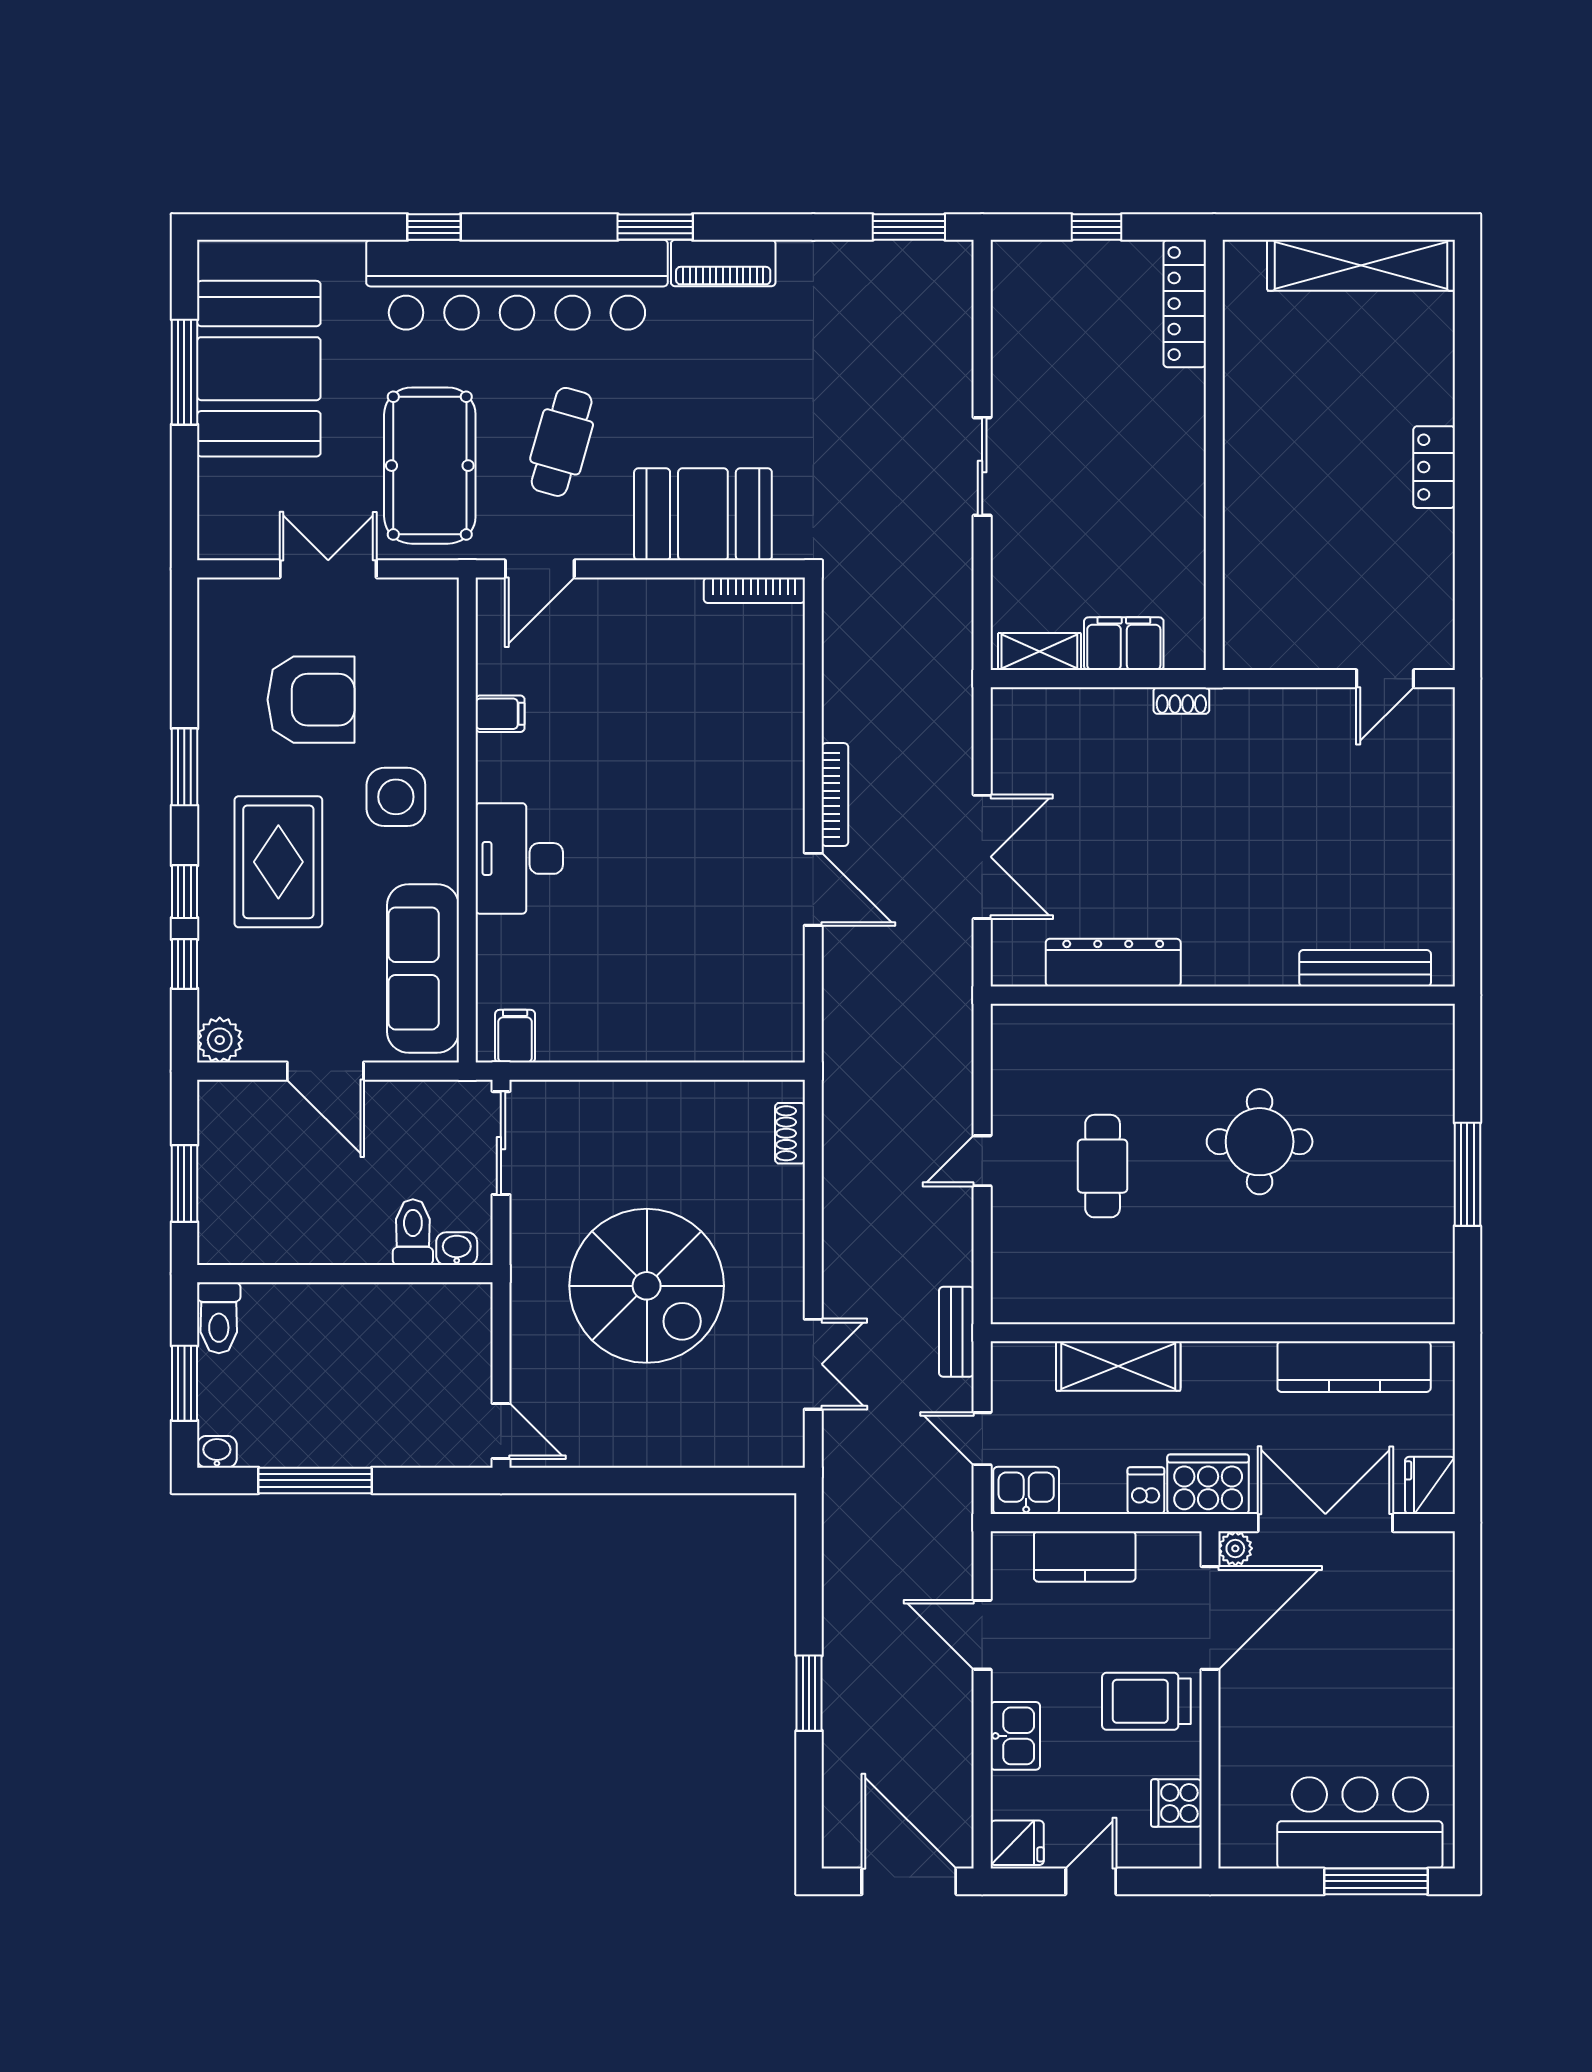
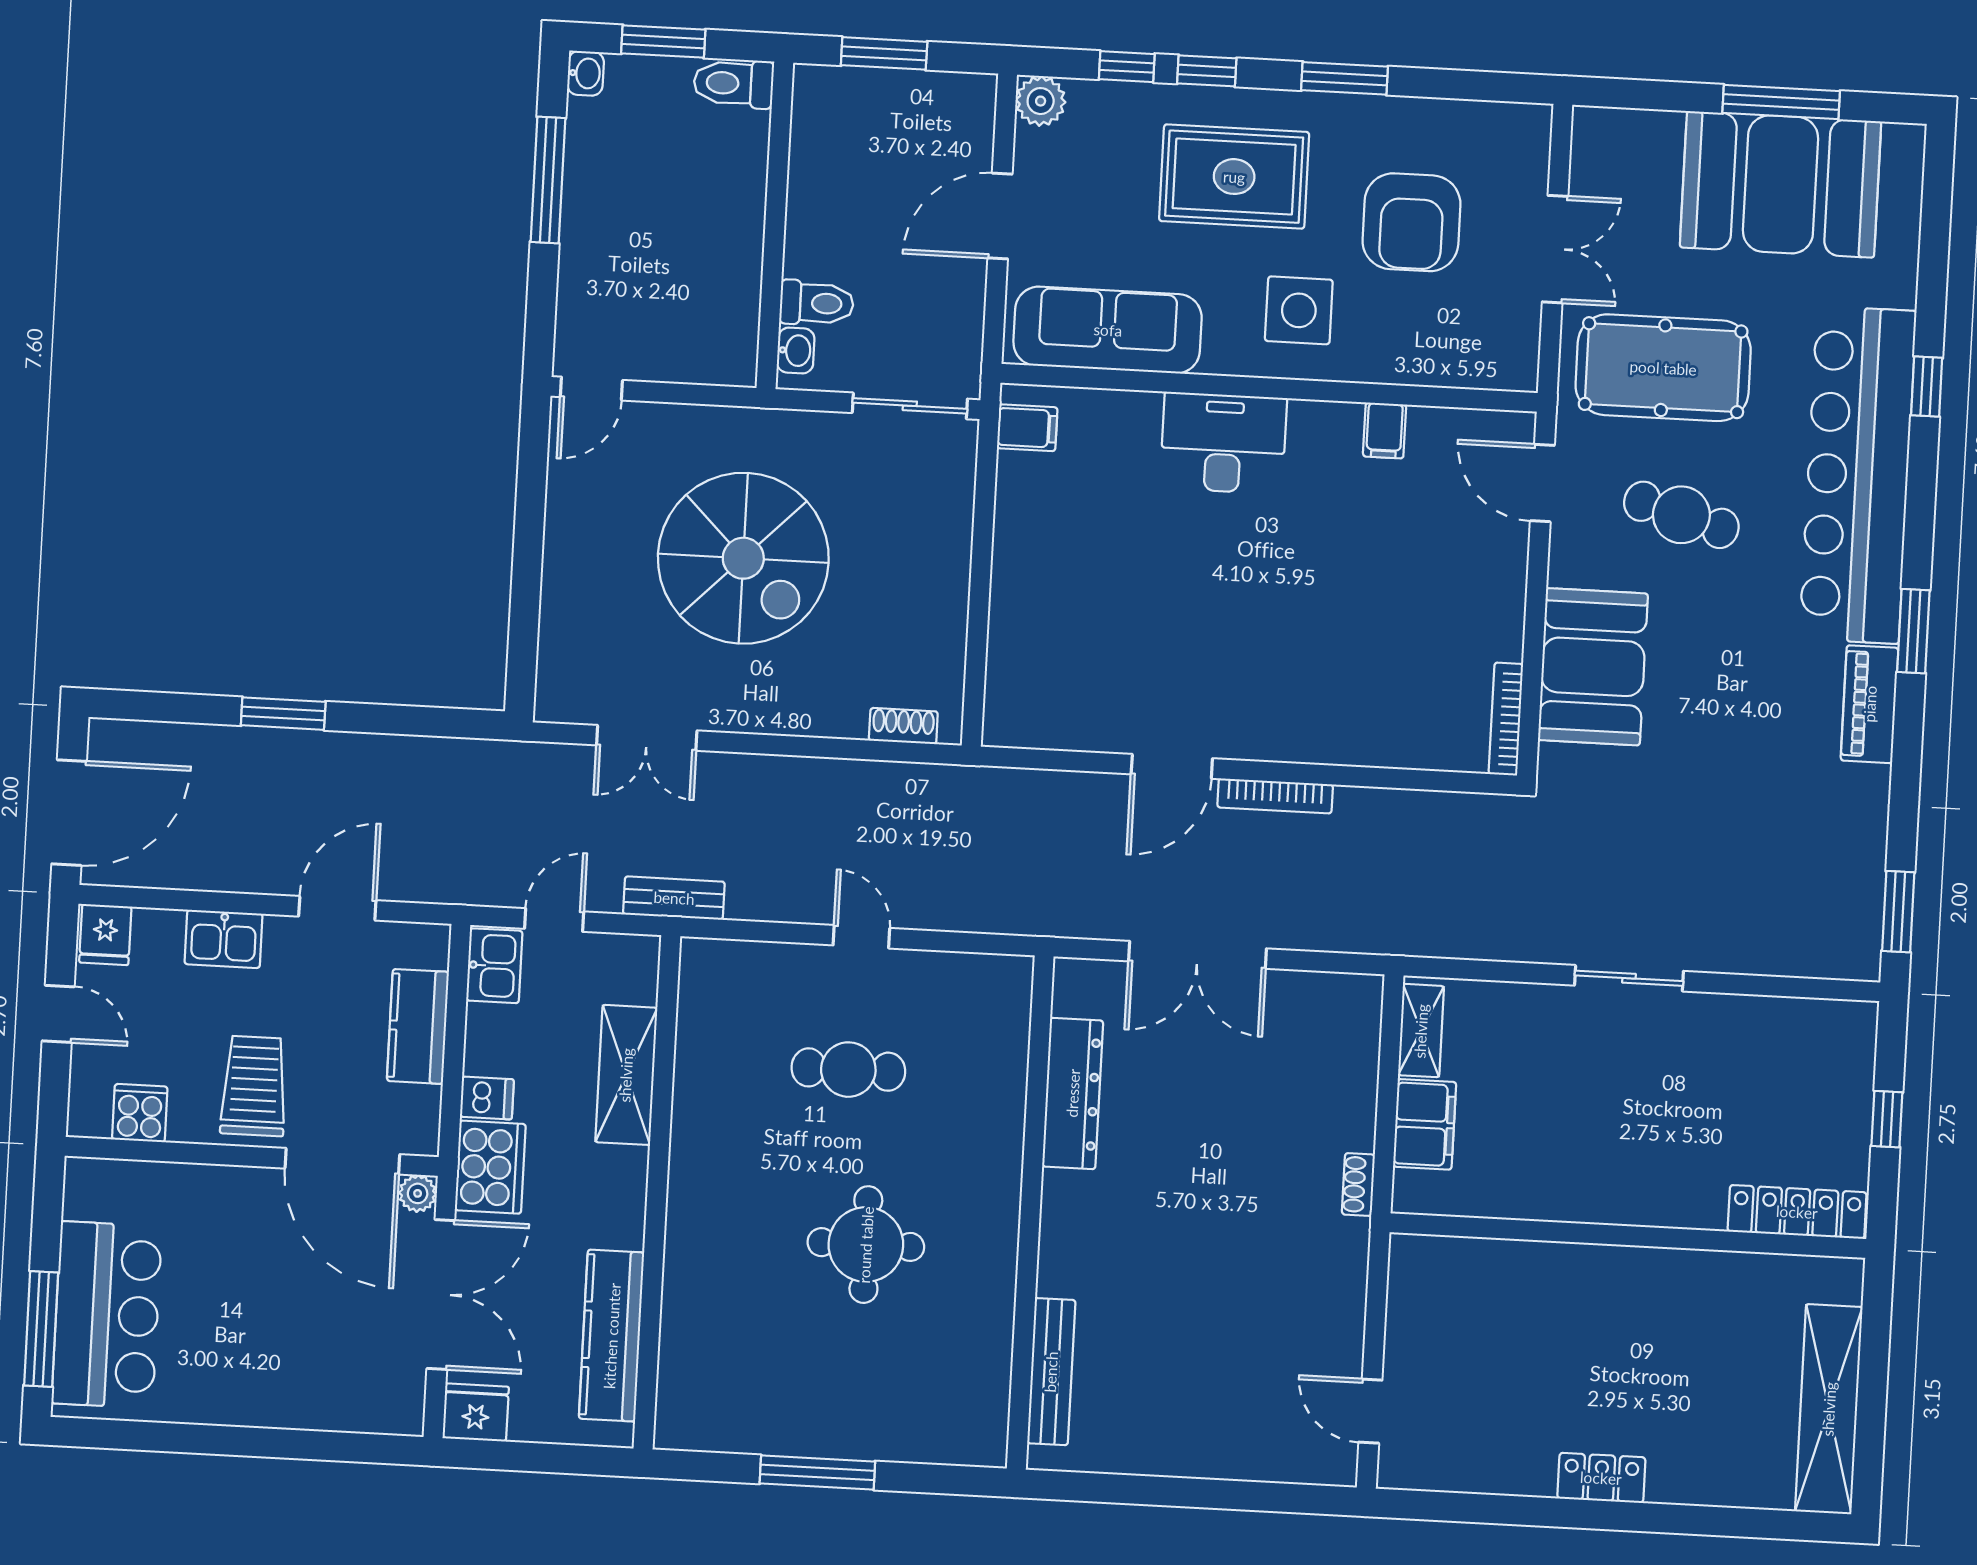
spiral stairs: (647, 1286) -> (743, 558), turned -90

